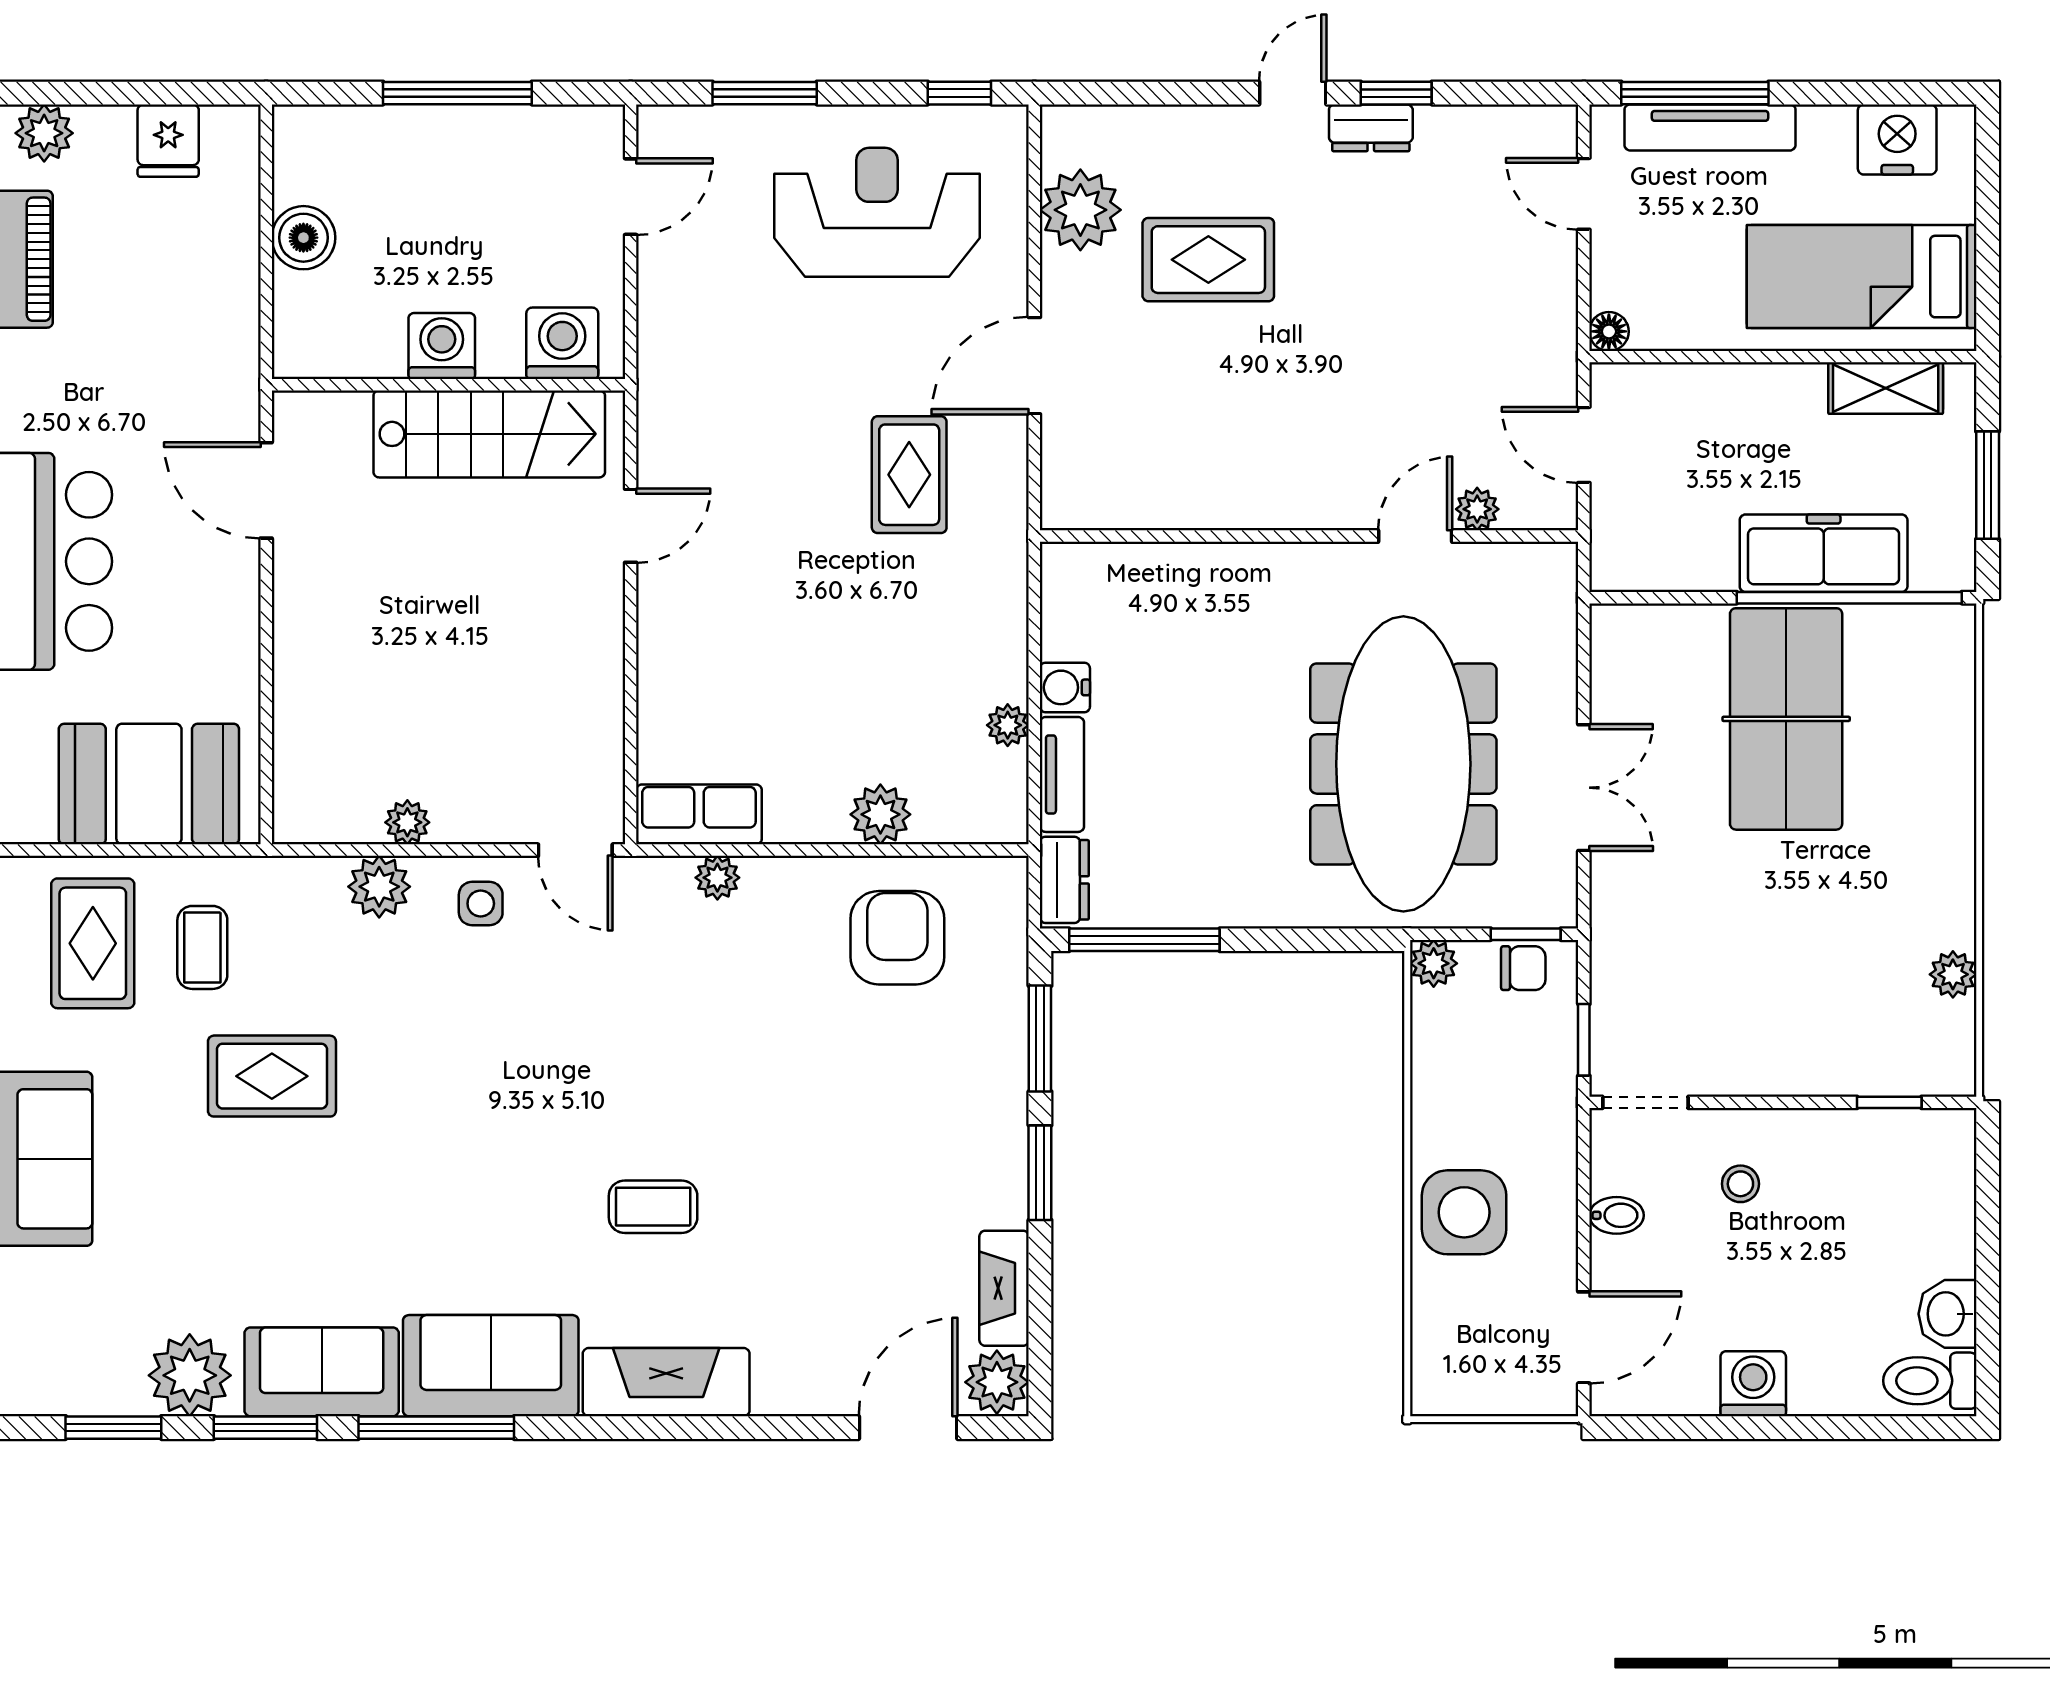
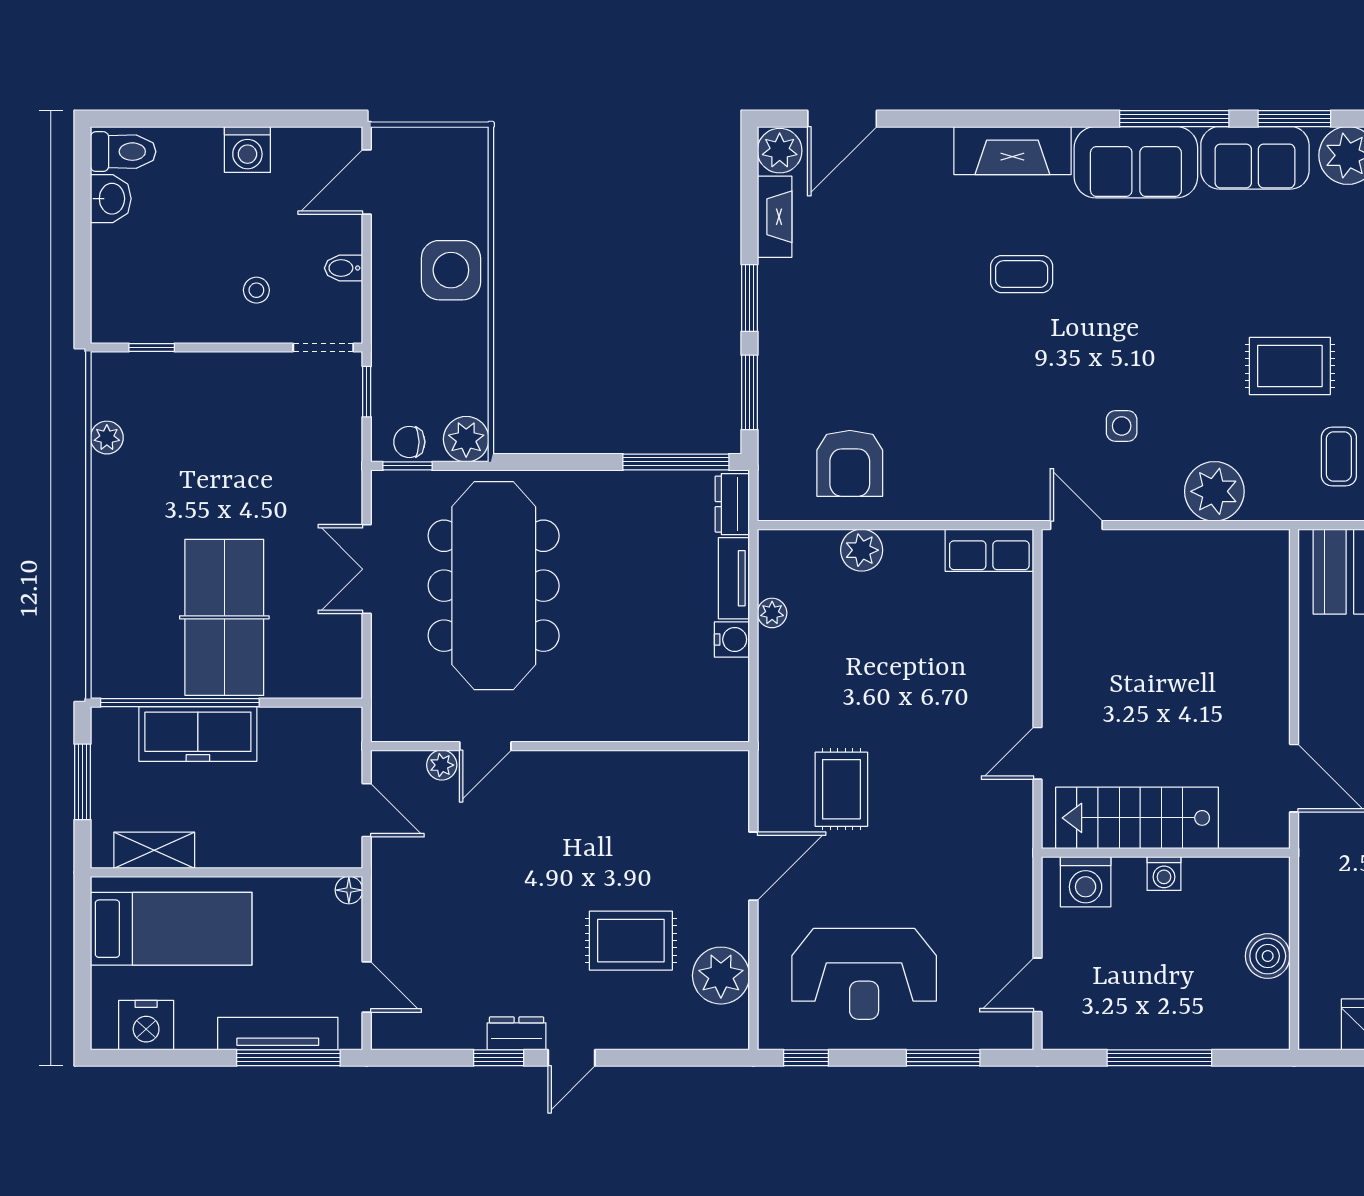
washing machine: (442, 346) -> (1164, 873), width x0.73, depth x0.73
plant: (407, 822) -> (1195, 545), removed
plant: (717, 878) -> (976, 506), removed
plant: (379, 887) -> (1214, 491), width x1.36, depth x1.36
side table: (481, 904) -> (1122, 426), moved
plant: (1434, 963) -> (466, 439), width x1.38, depth x1.38

